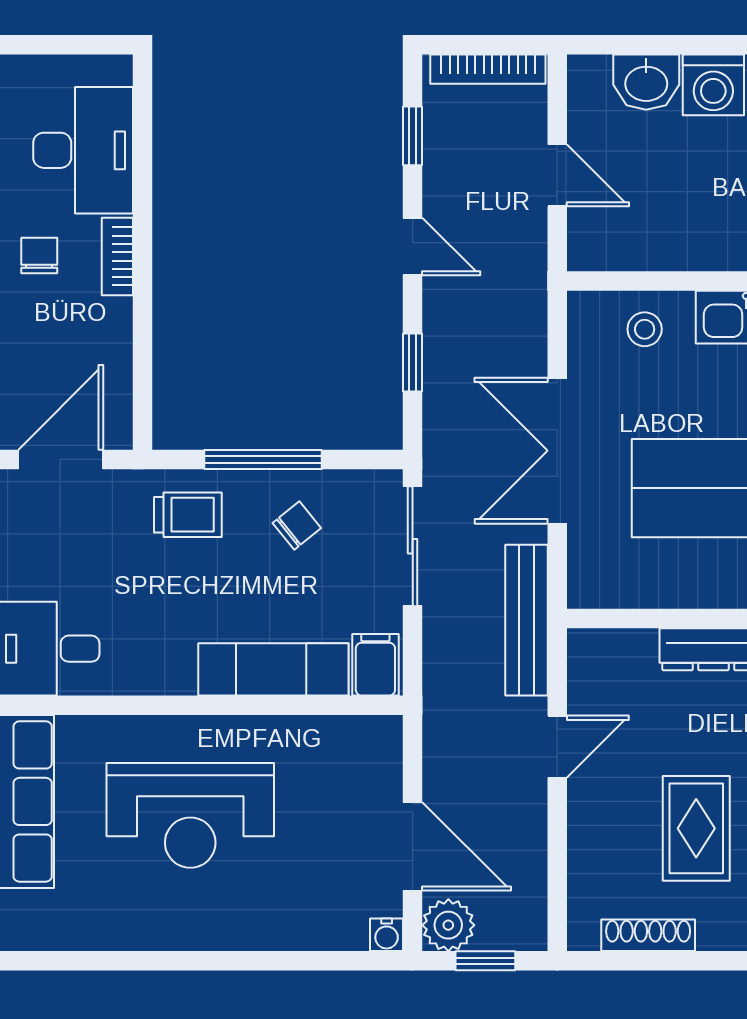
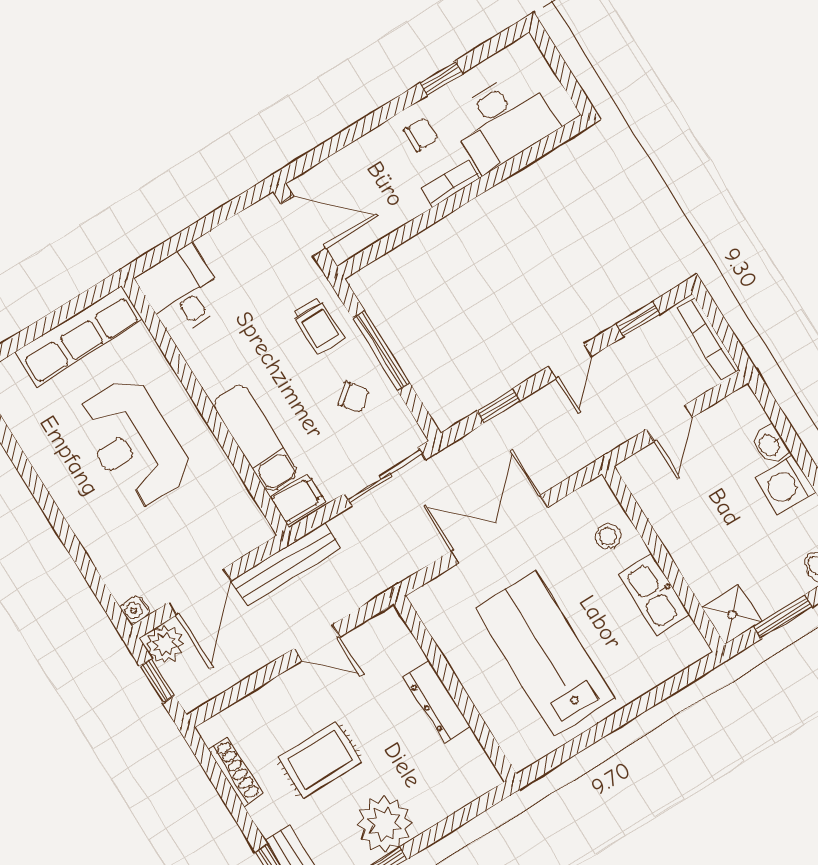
washbasin: (646, 82) -> (770, 445), width x0.72, depth x0.69
bench: (526, 620) -> (286, 564), moved

